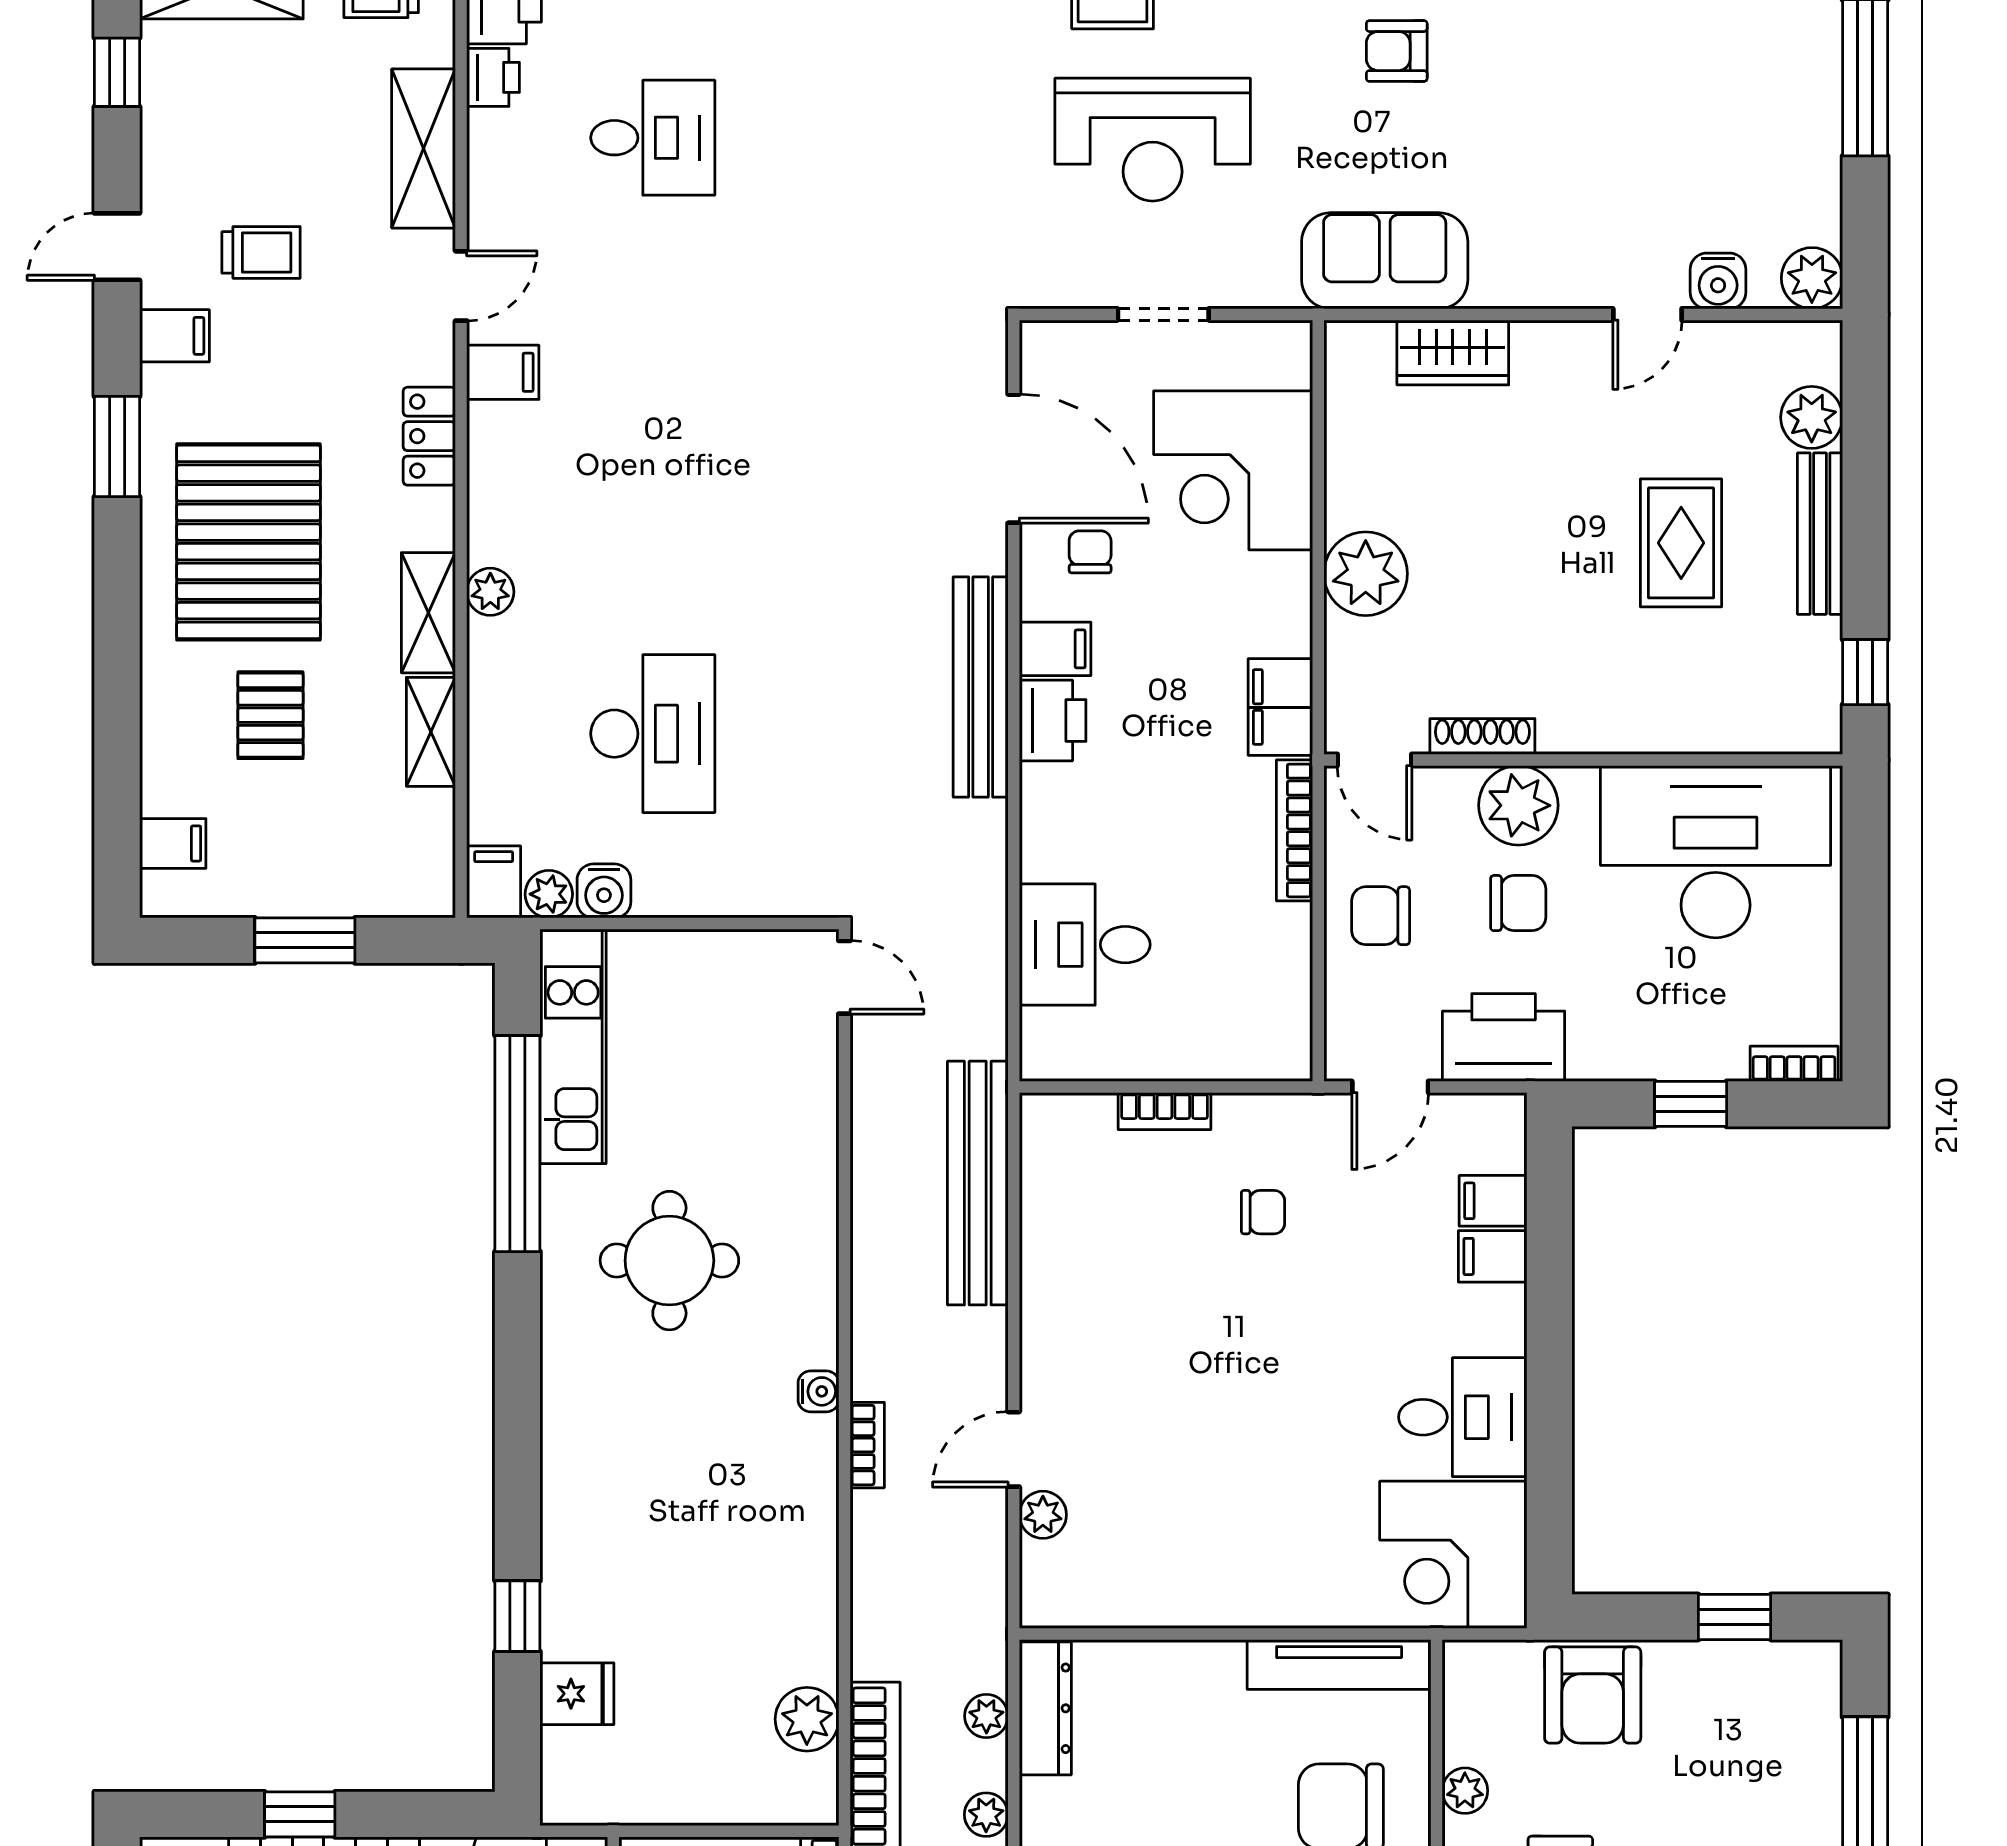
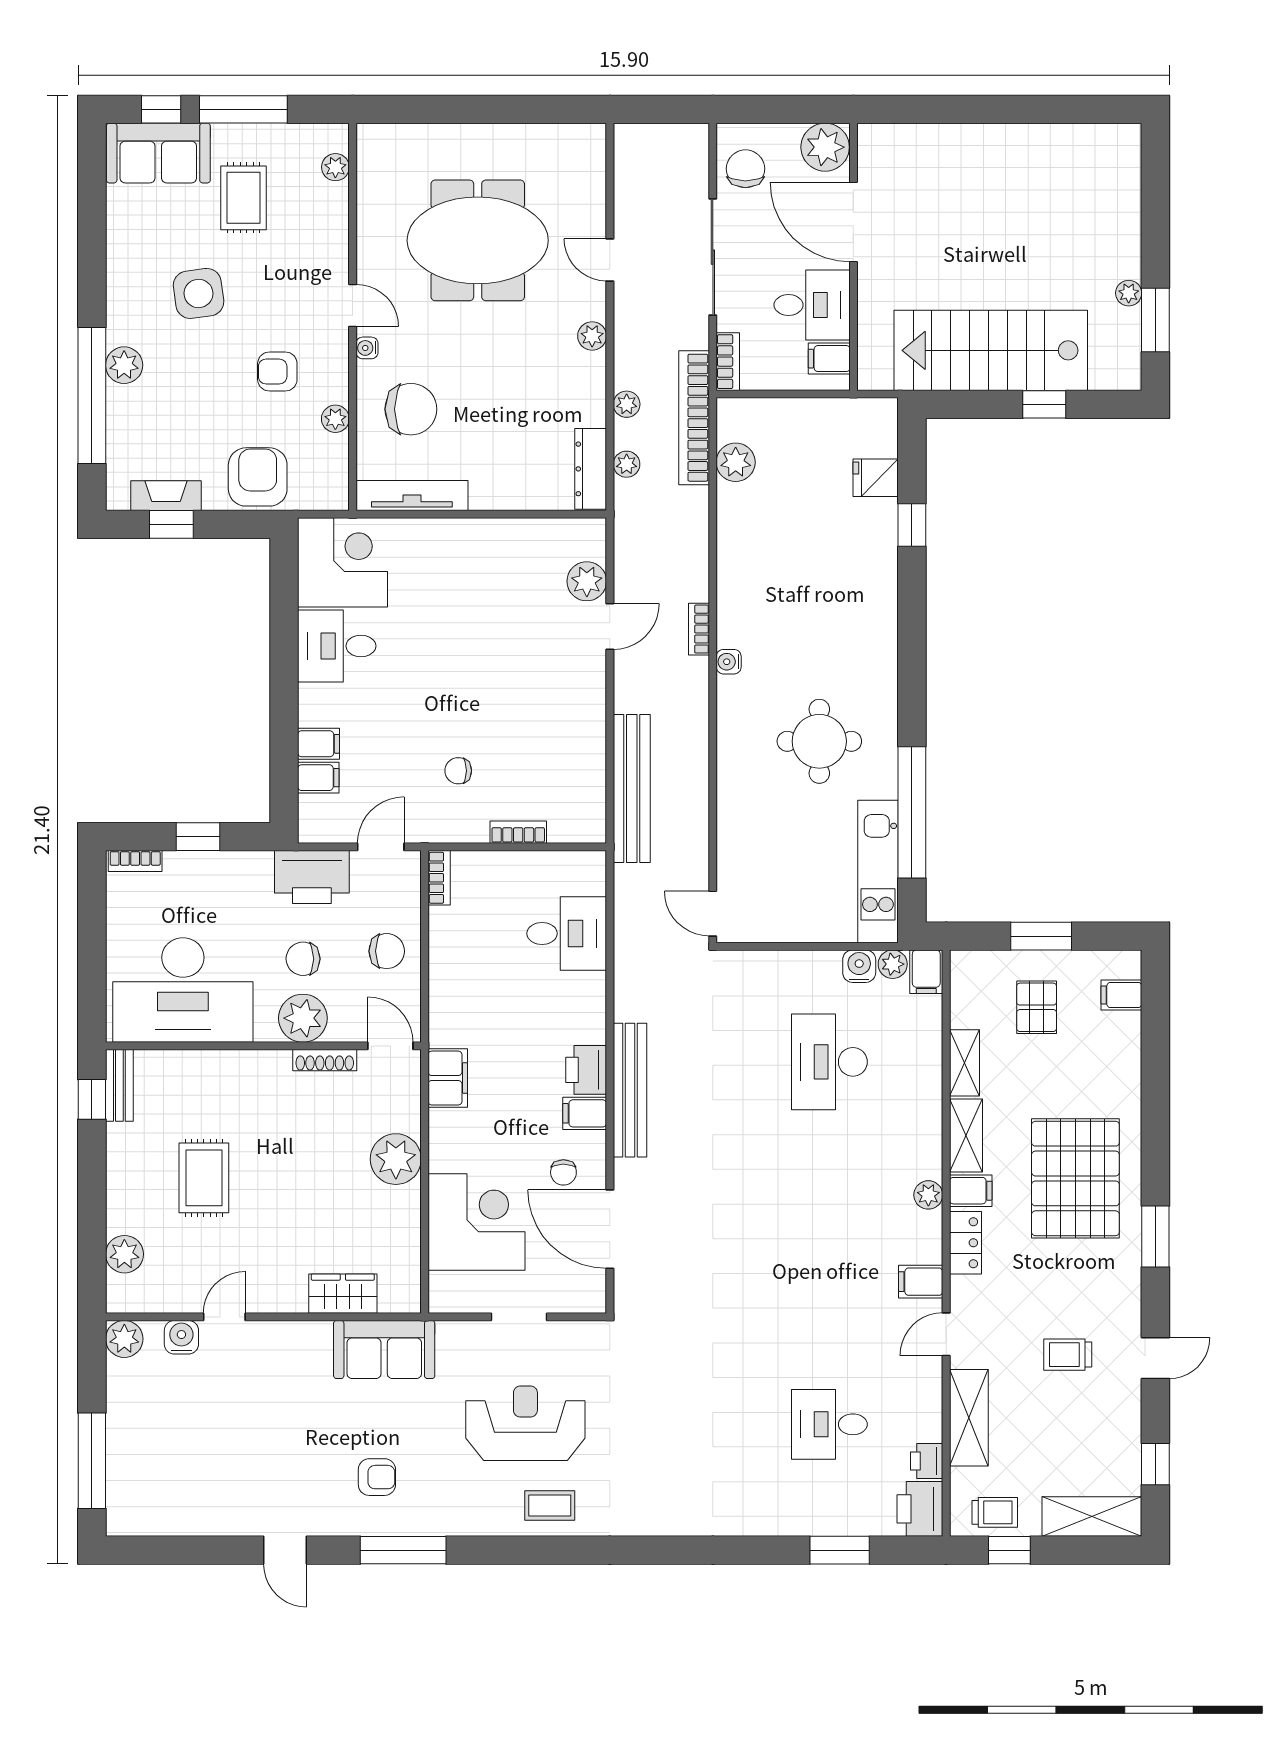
filing cabinet: (174, 336) -> (971, 1191), moved, turned 180
bench: (1820, 534) -> (119, 1085), moved, width x0.73
plant: (490, 592) -> (928, 1195), moved
pallet: (270, 715) -> (1037, 1007), moved
bookcase: (1294, 830) -> (439, 878), moved, width x0.64
plant: (1043, 1515) -> (587, 581), width x1.38, depth x1.38
fireplace: (1743, 1664) -> (166, 496), added

